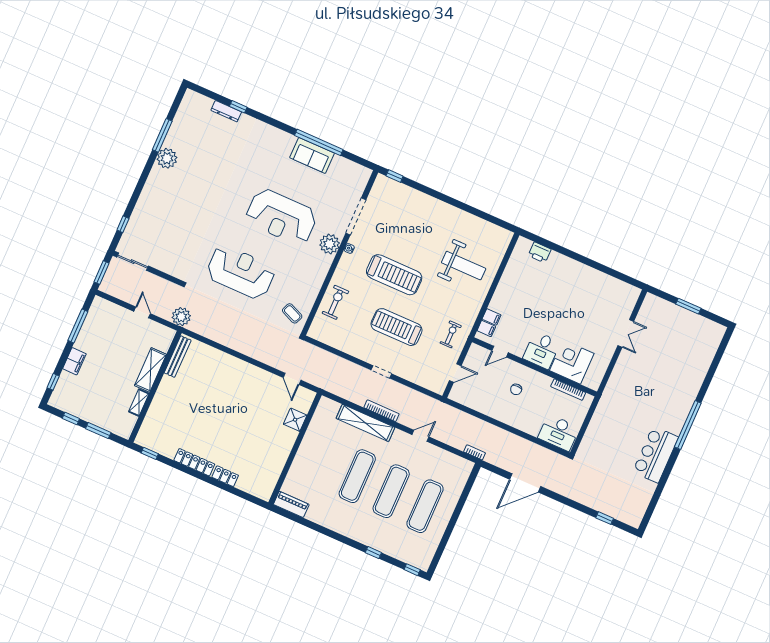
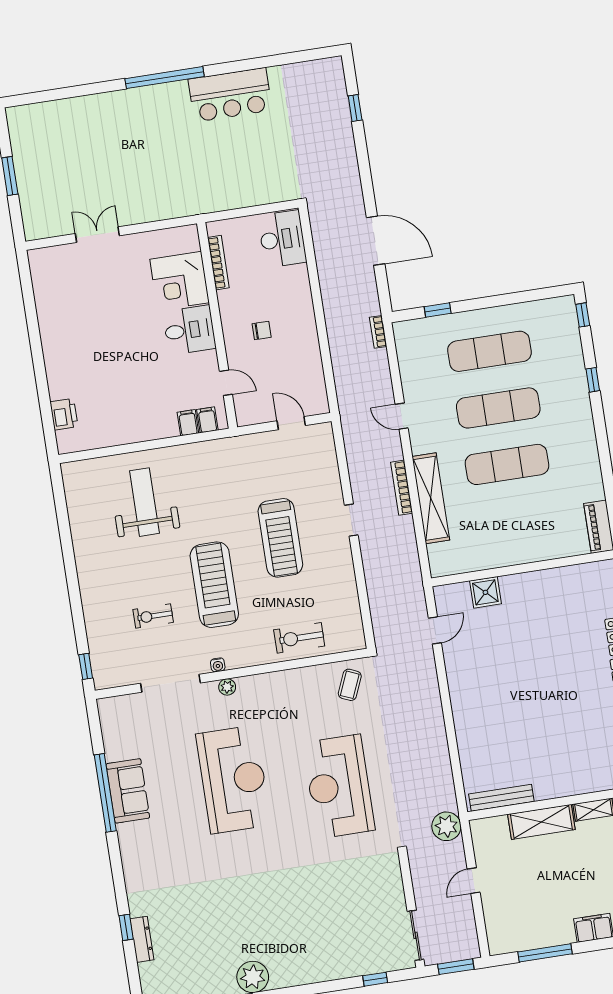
plant: (330, 244) -> (227, 687), width x0.53, depth x0.53
exercise bike: (451, 334) -> (153, 616), moved
window: (466, 492) -> (438, 310), added

